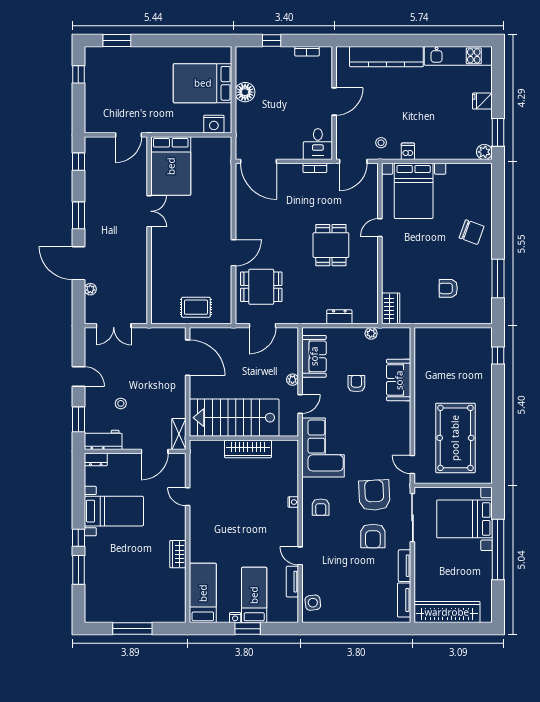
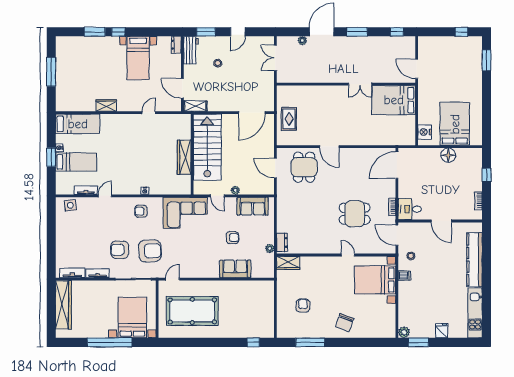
dining table: (331, 245) -> (355, 214), moved
dresser: (339, 317) -> (282, 242), moved

